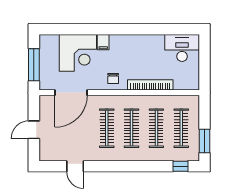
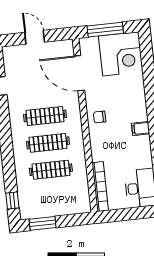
filing cabinet: (103, 42) -> (141, 129), moved
corner desk: (78, 53) -> (121, 54), moved, turned -90
bookcase: (150, 85) -> (100, 187), moved
clothes rail: (181, 128) -> (54, 197), removed

